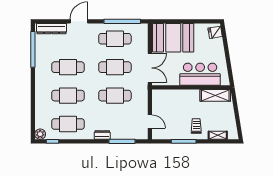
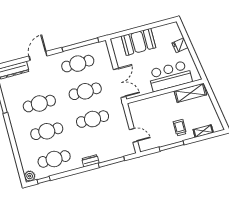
fridge: (215, 32) -> (180, 45), moved
booth: (173, 38) -> (139, 42), width x0.73, depth x0.70

